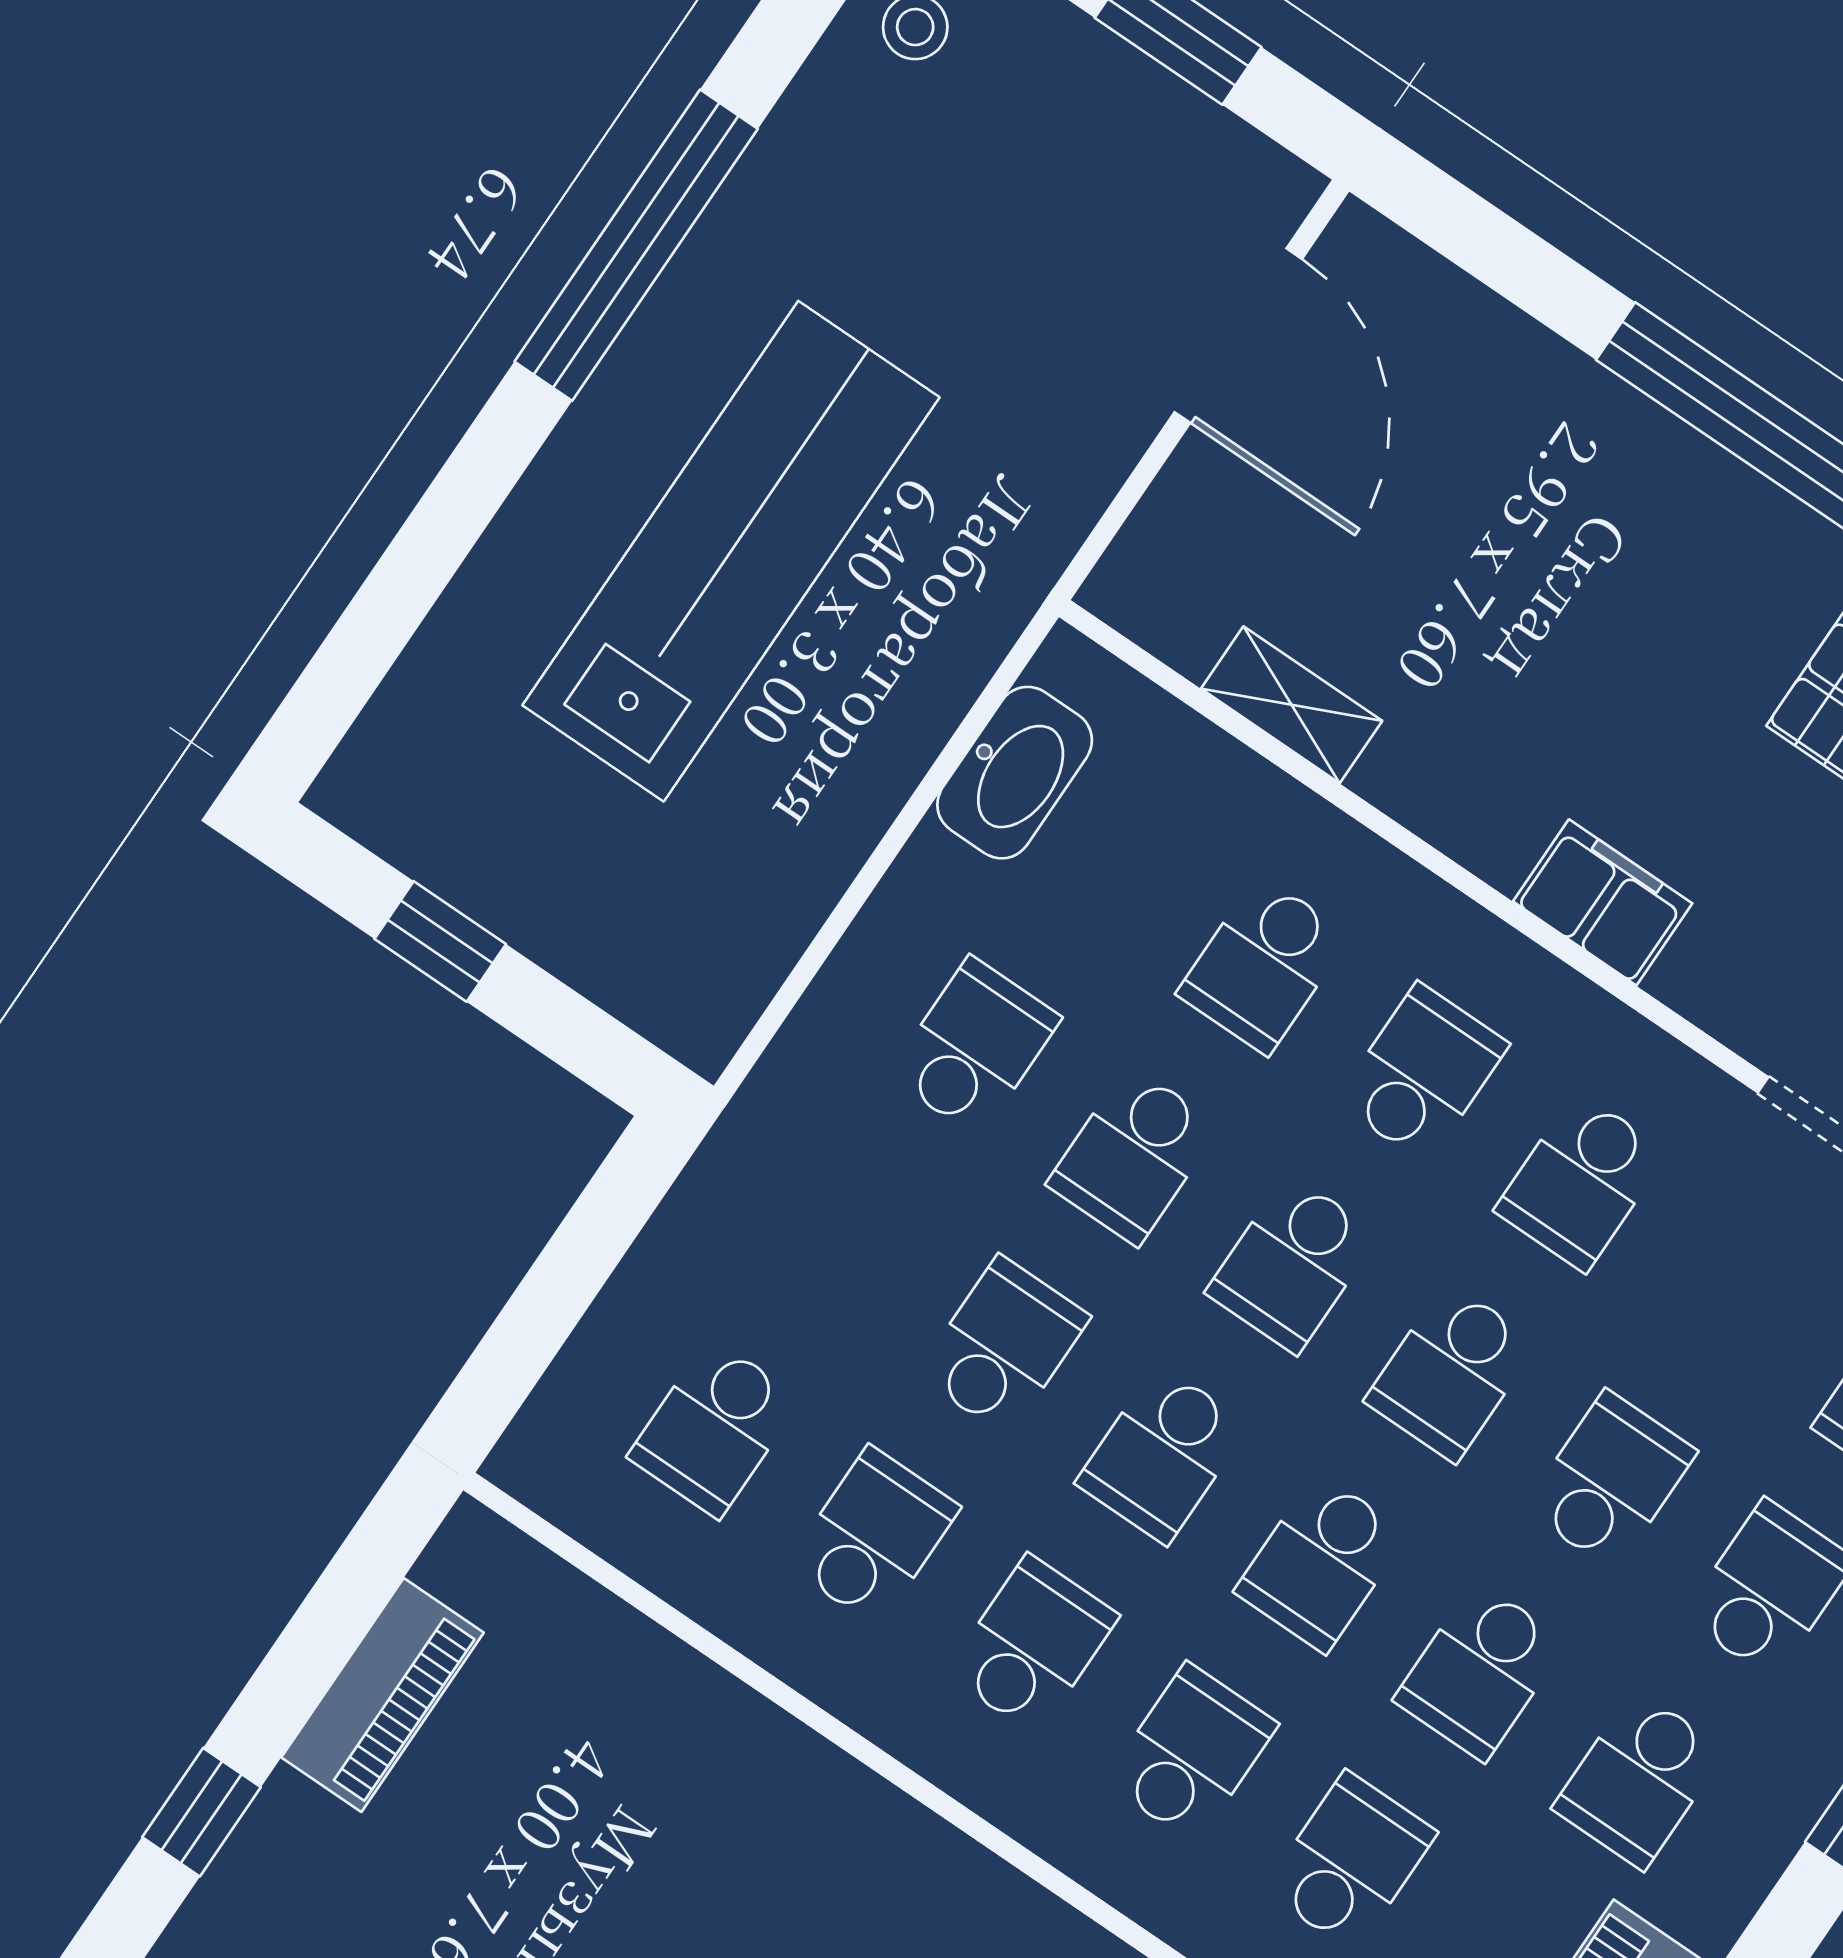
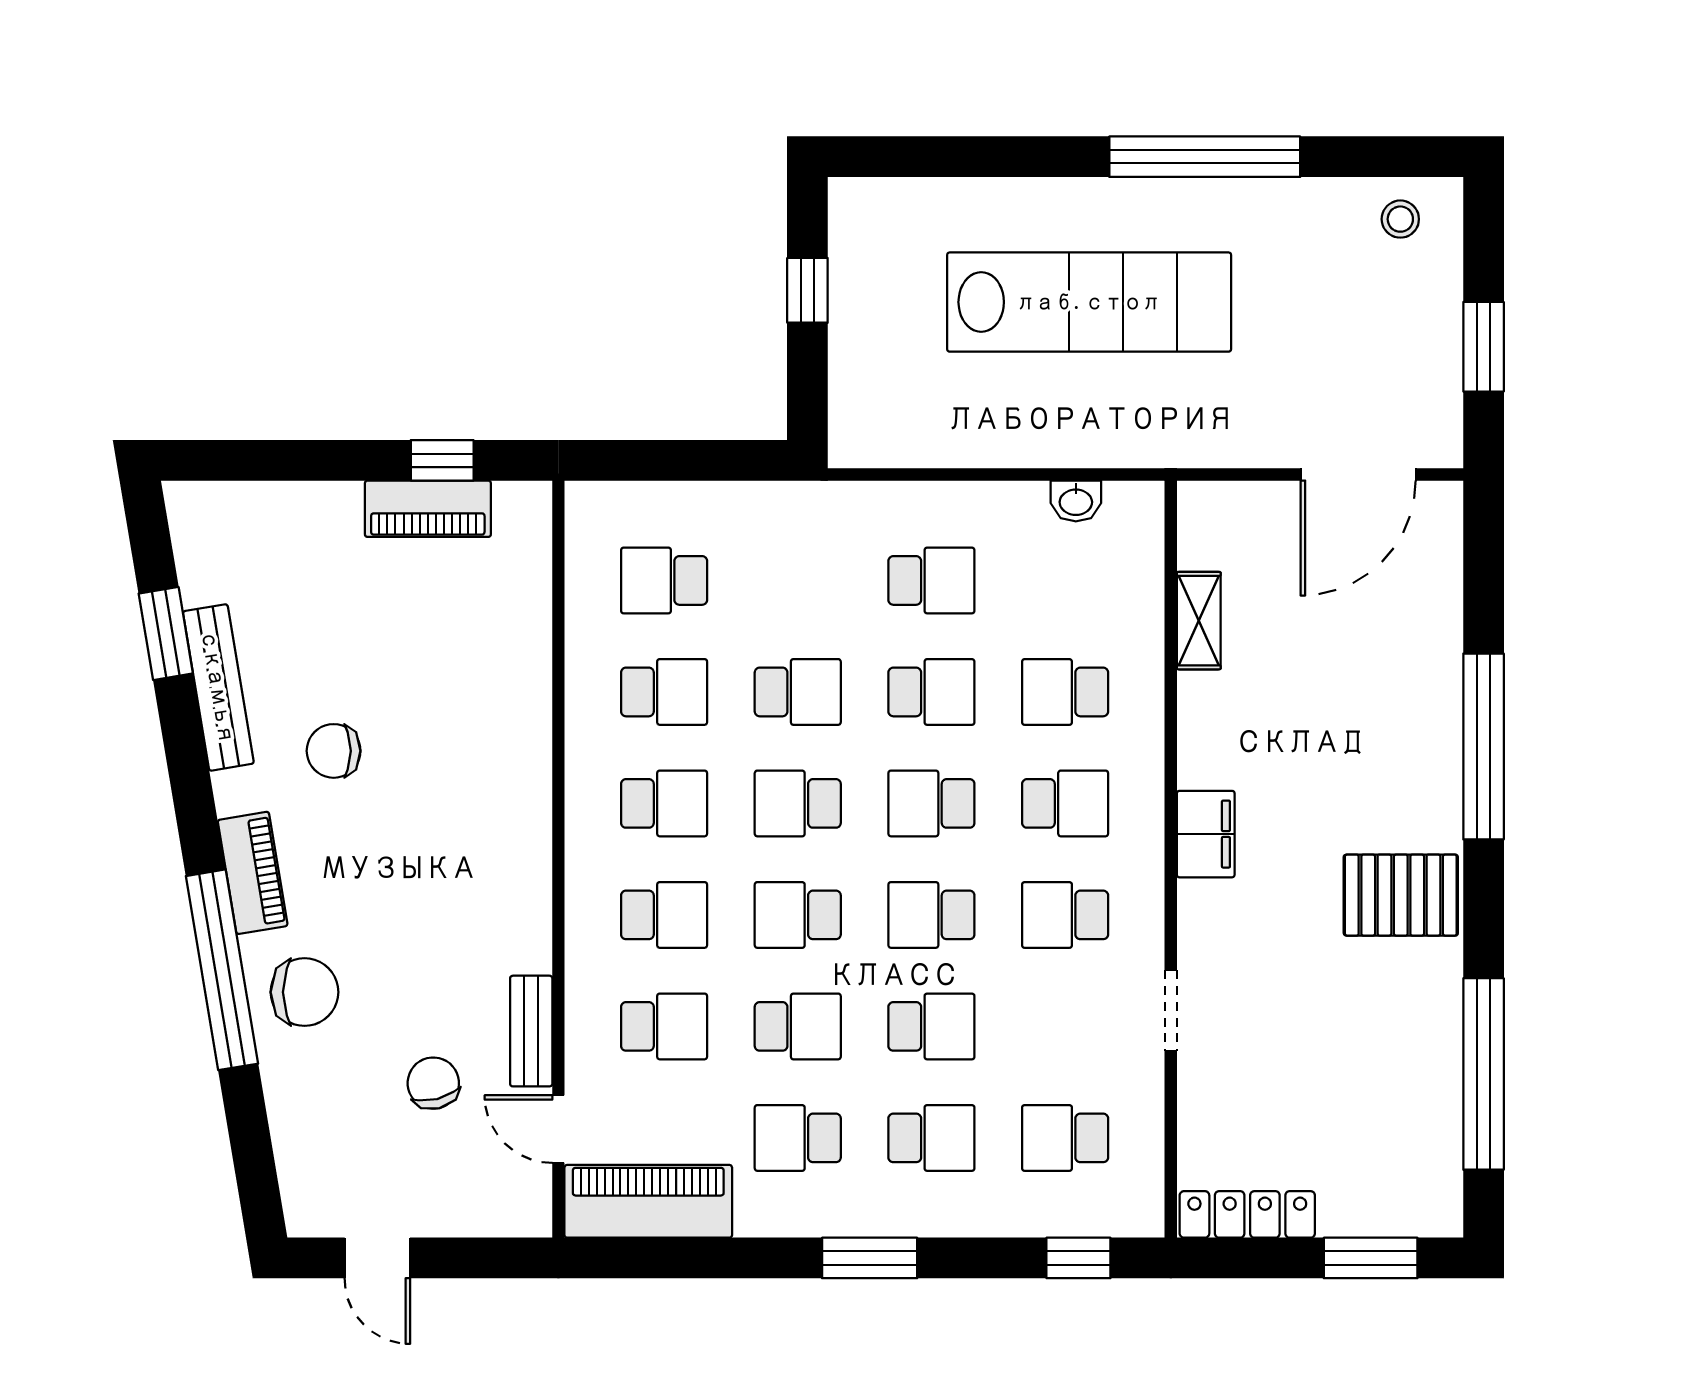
washbasin: (1015, 773) -> (1076, 501), width x0.52, depth x0.69
school desk: (1133, 1155) -> (931, 692), turned 180
school desk: (1480, 1671) -> (798, 1026), turned 180
window: (201, 1812) -> (442, 460), moved

